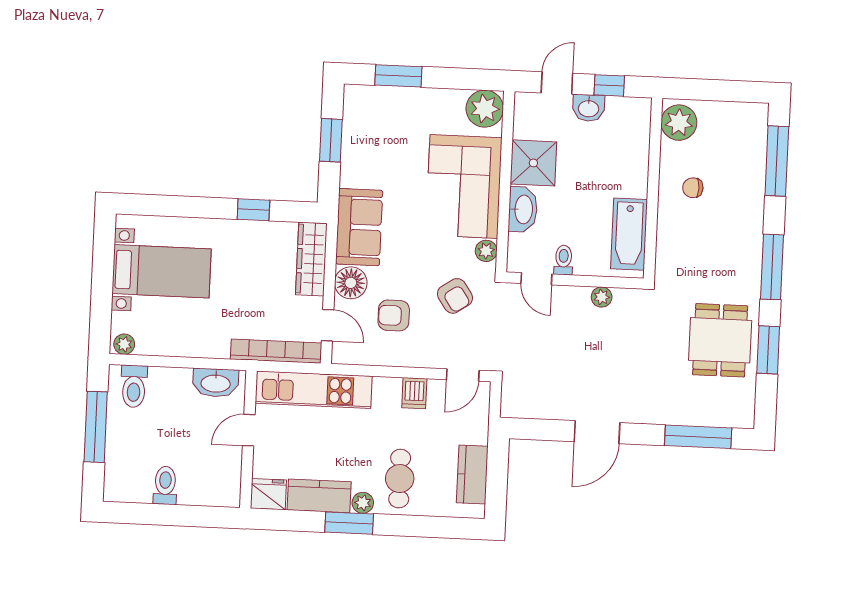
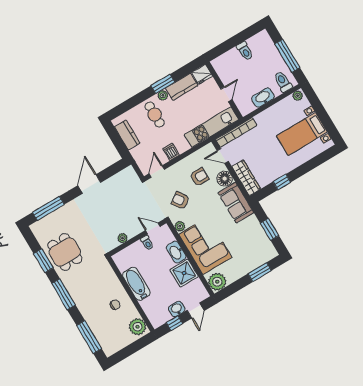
bathtub: (629, 234) -> (136, 284), moved
washbasin: (216, 383) -> (263, 98), moved

